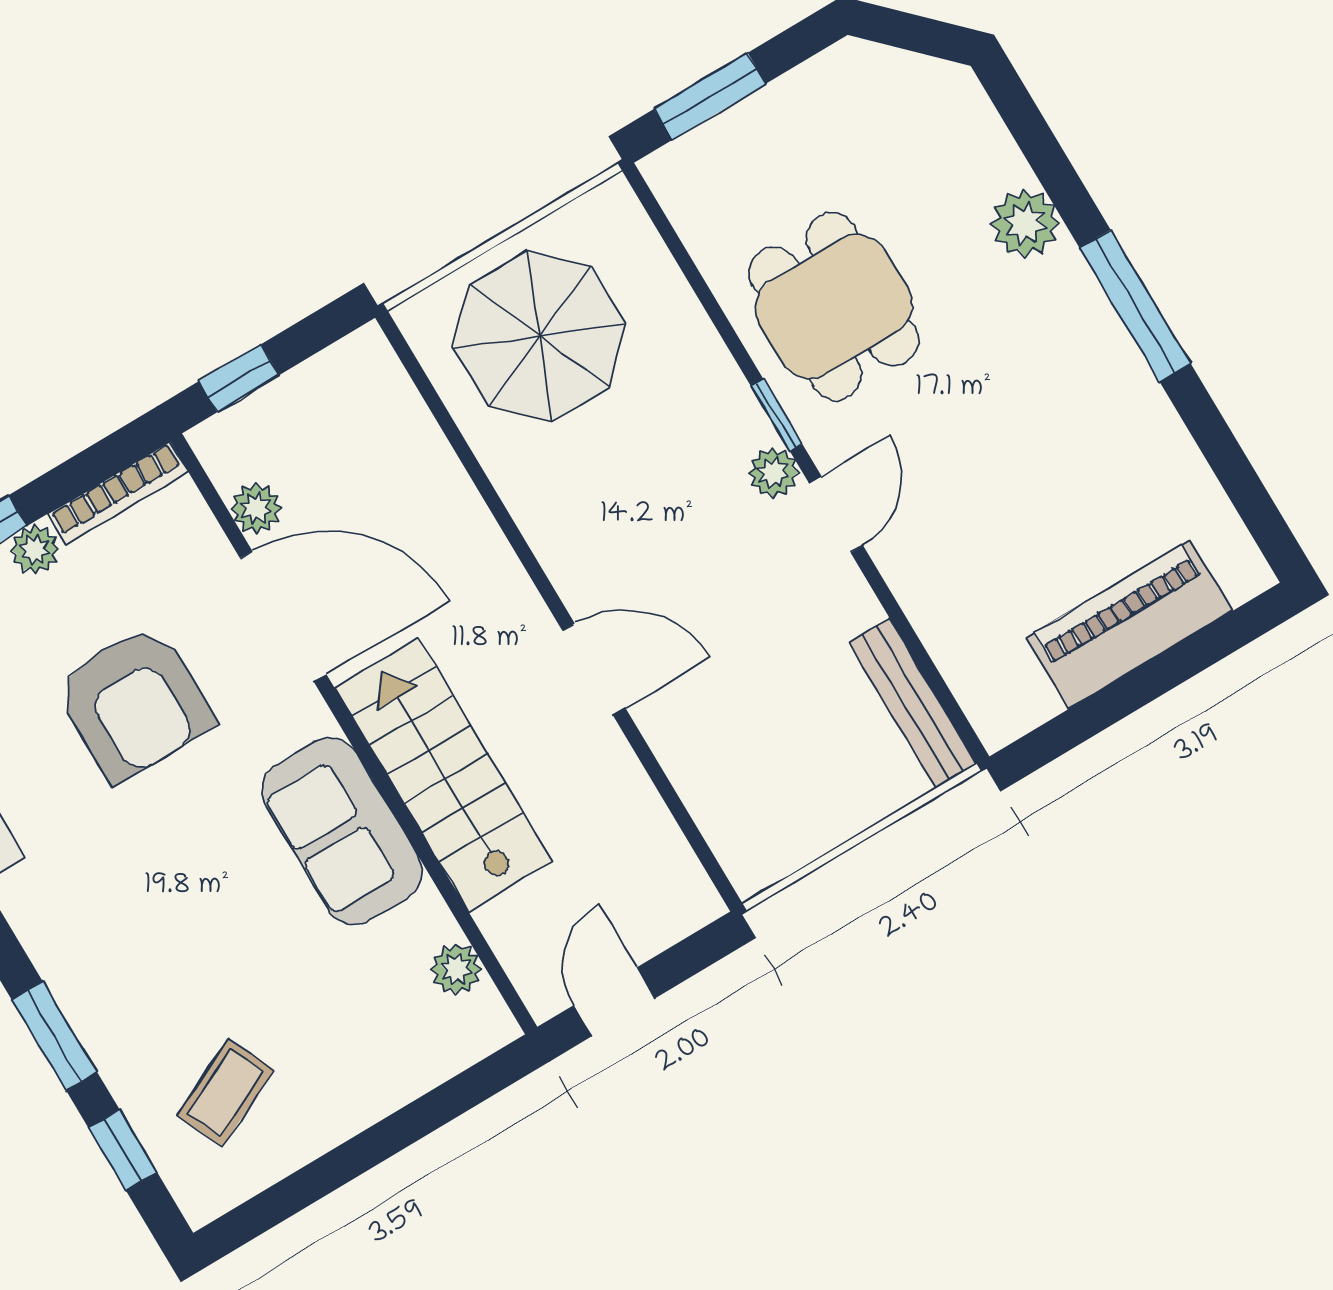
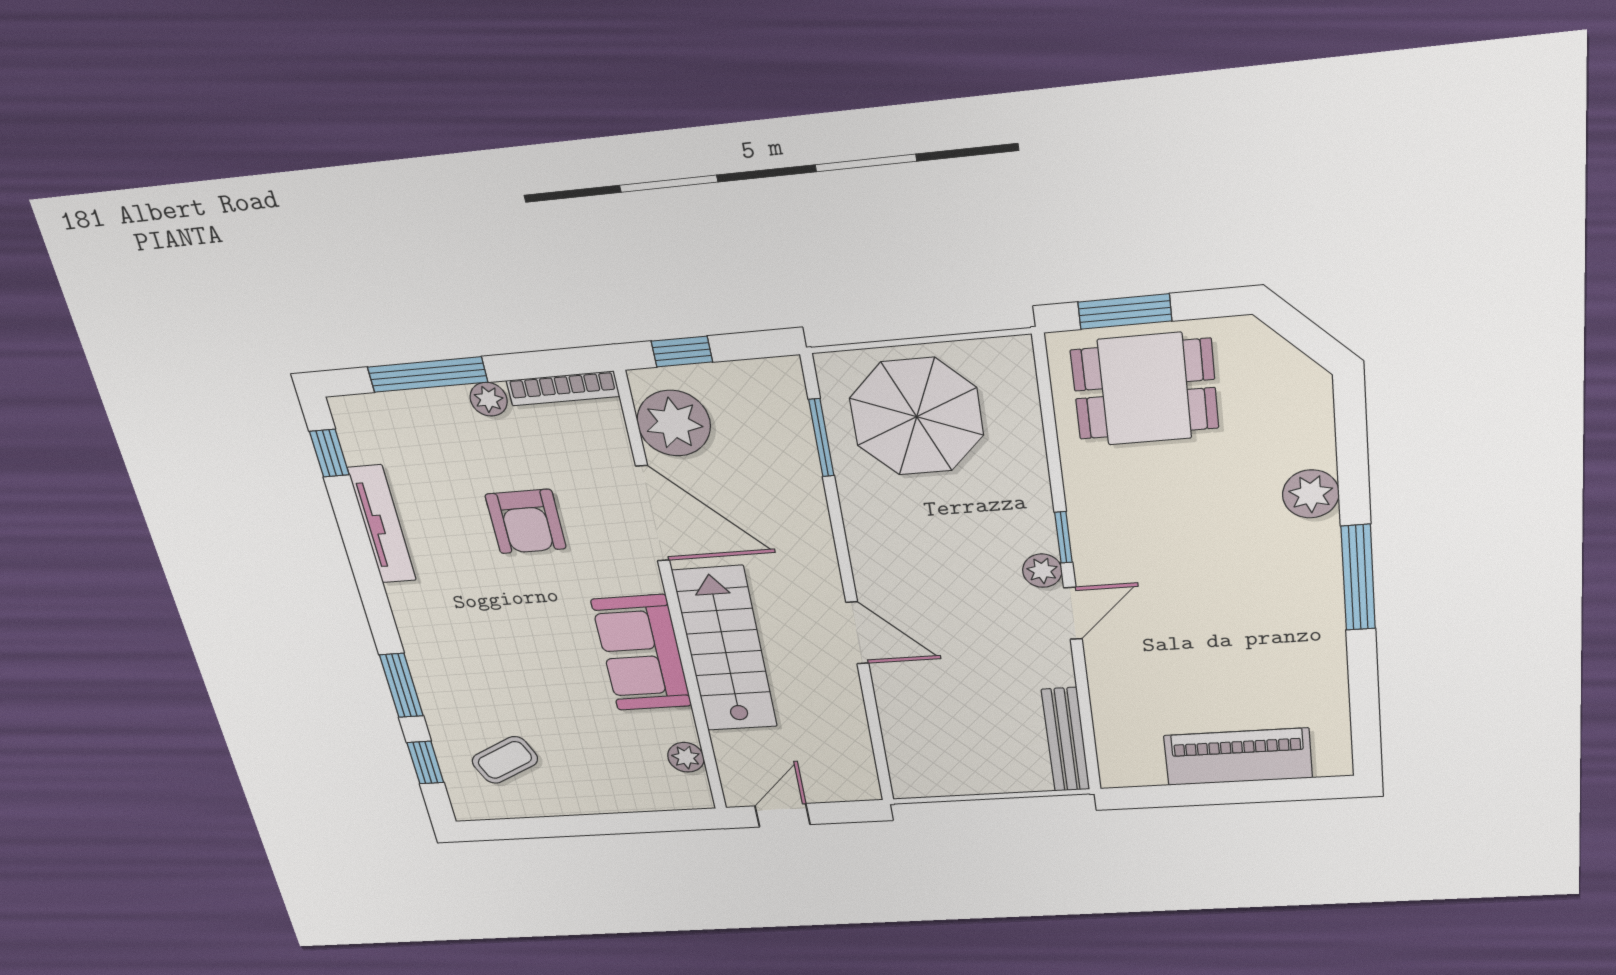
dining table: (834, 306) -> (1145, 389), moved, turned 90
window: (442, 416) -> (821, 438), added
plant: (256, 508) -> (674, 423), width x1.87, depth x1.87
armchair: (134, 703) -> (526, 522), width x0.73, depth x0.73

